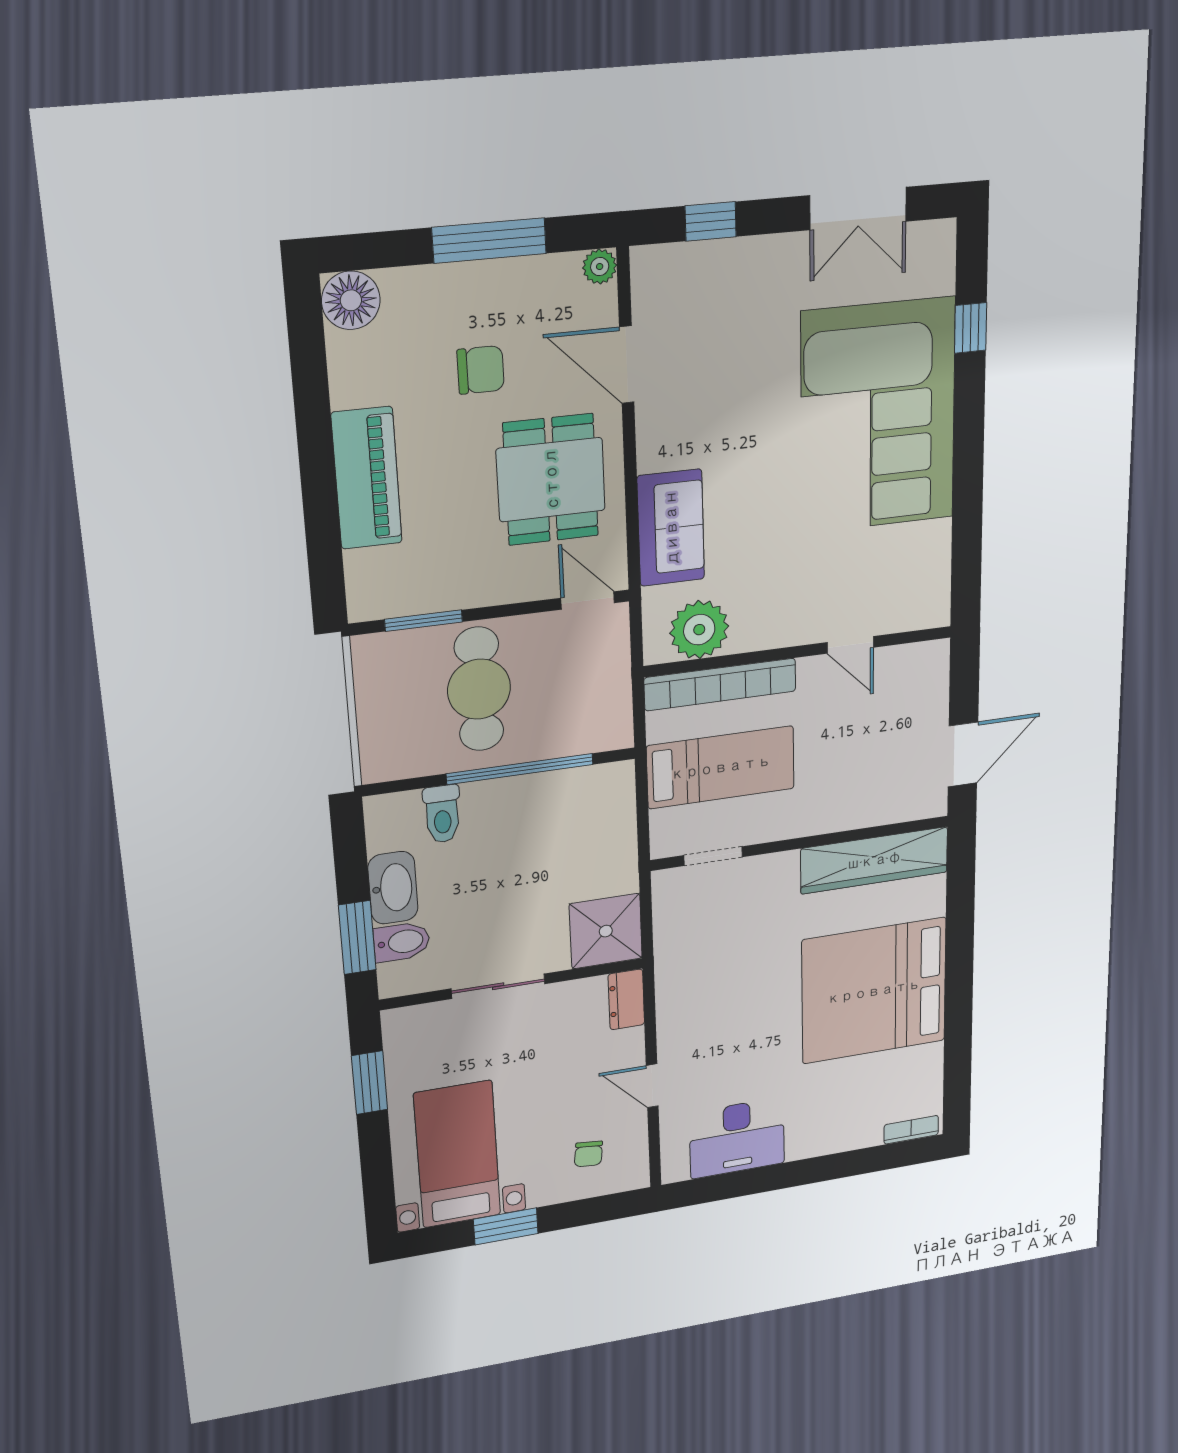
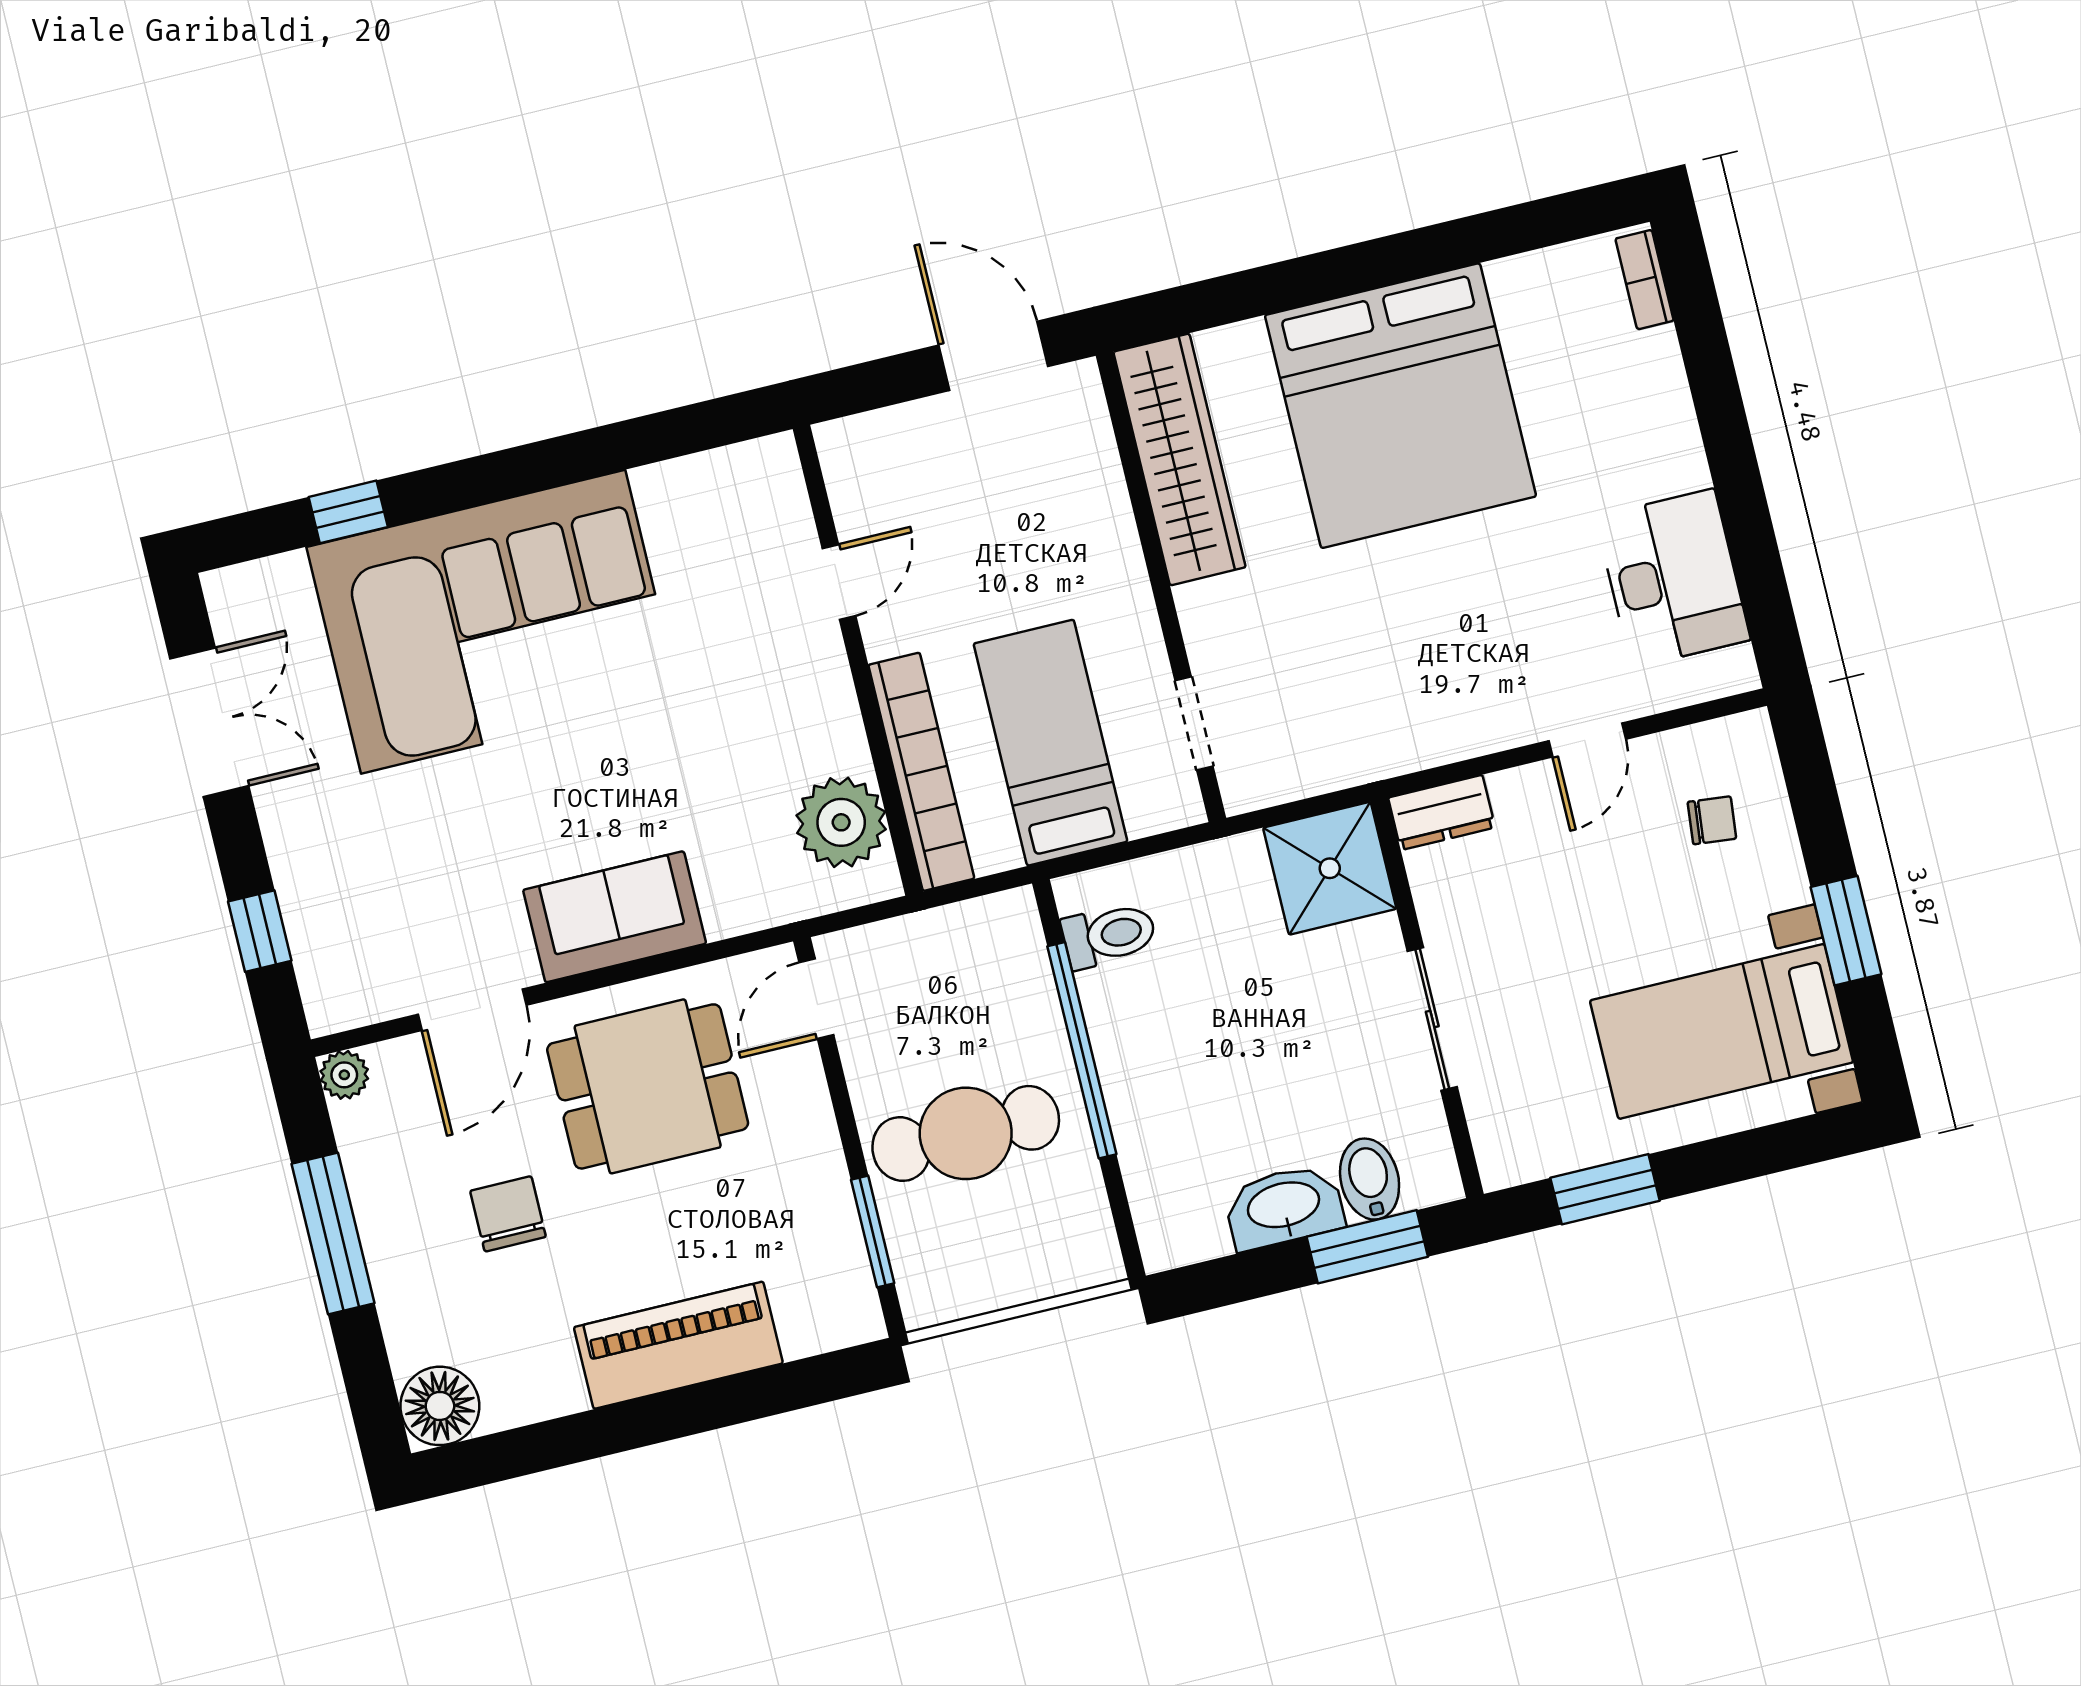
sofa: (671, 528) -> (615, 917), moved
toilet: (442, 814) -> (1109, 935), moved

